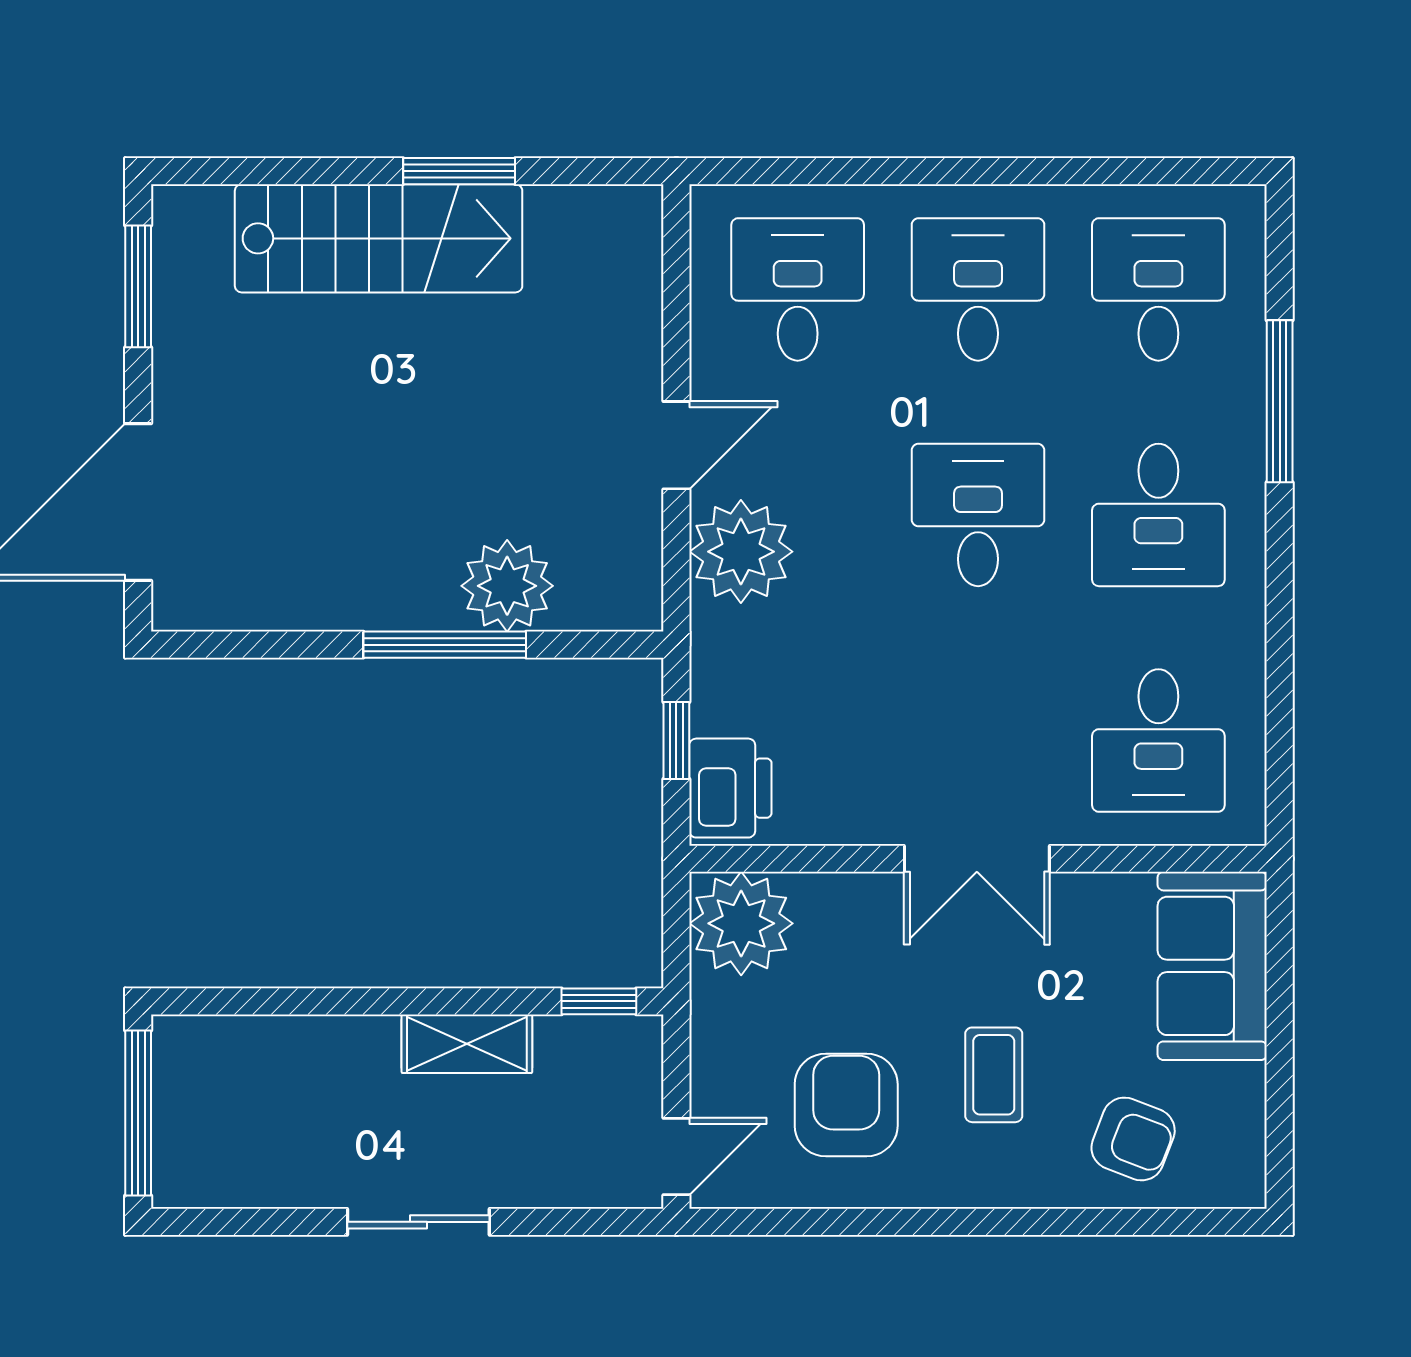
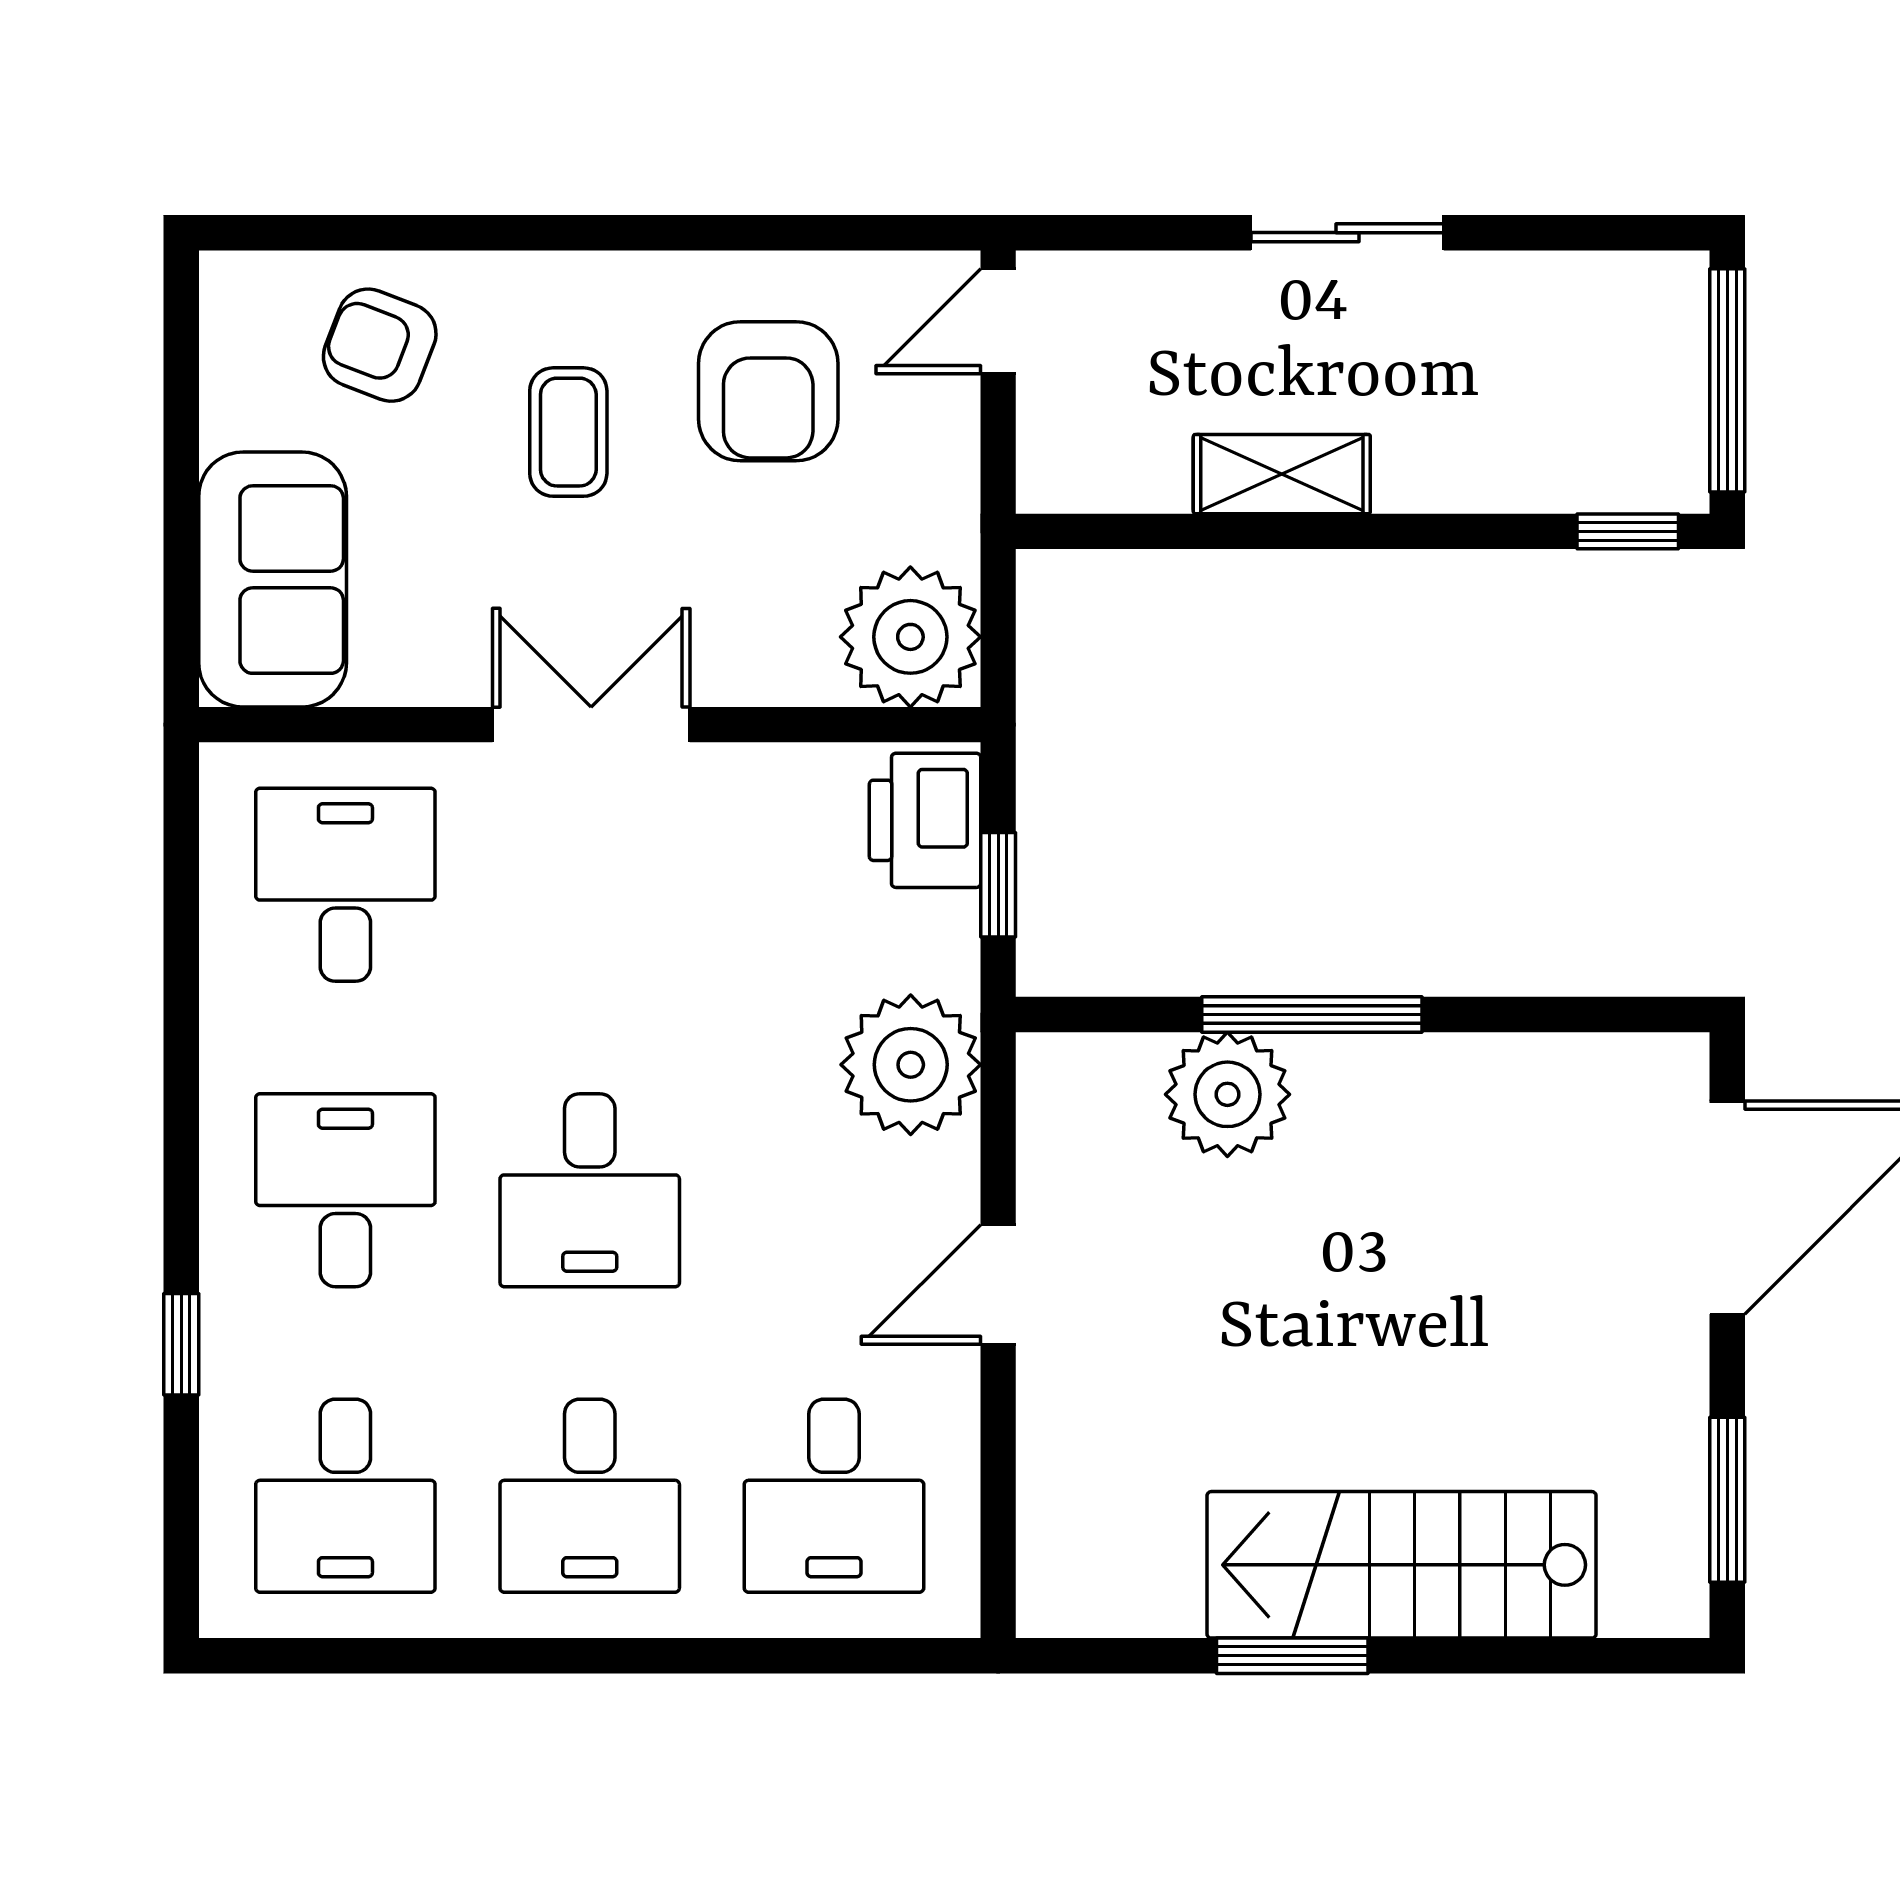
window: (1280, 401) -> (181, 1344), width x0.46
plant: (741, 552) -> (911, 1065), moved
window: (599, 1001) -> (1628, 531), moved

